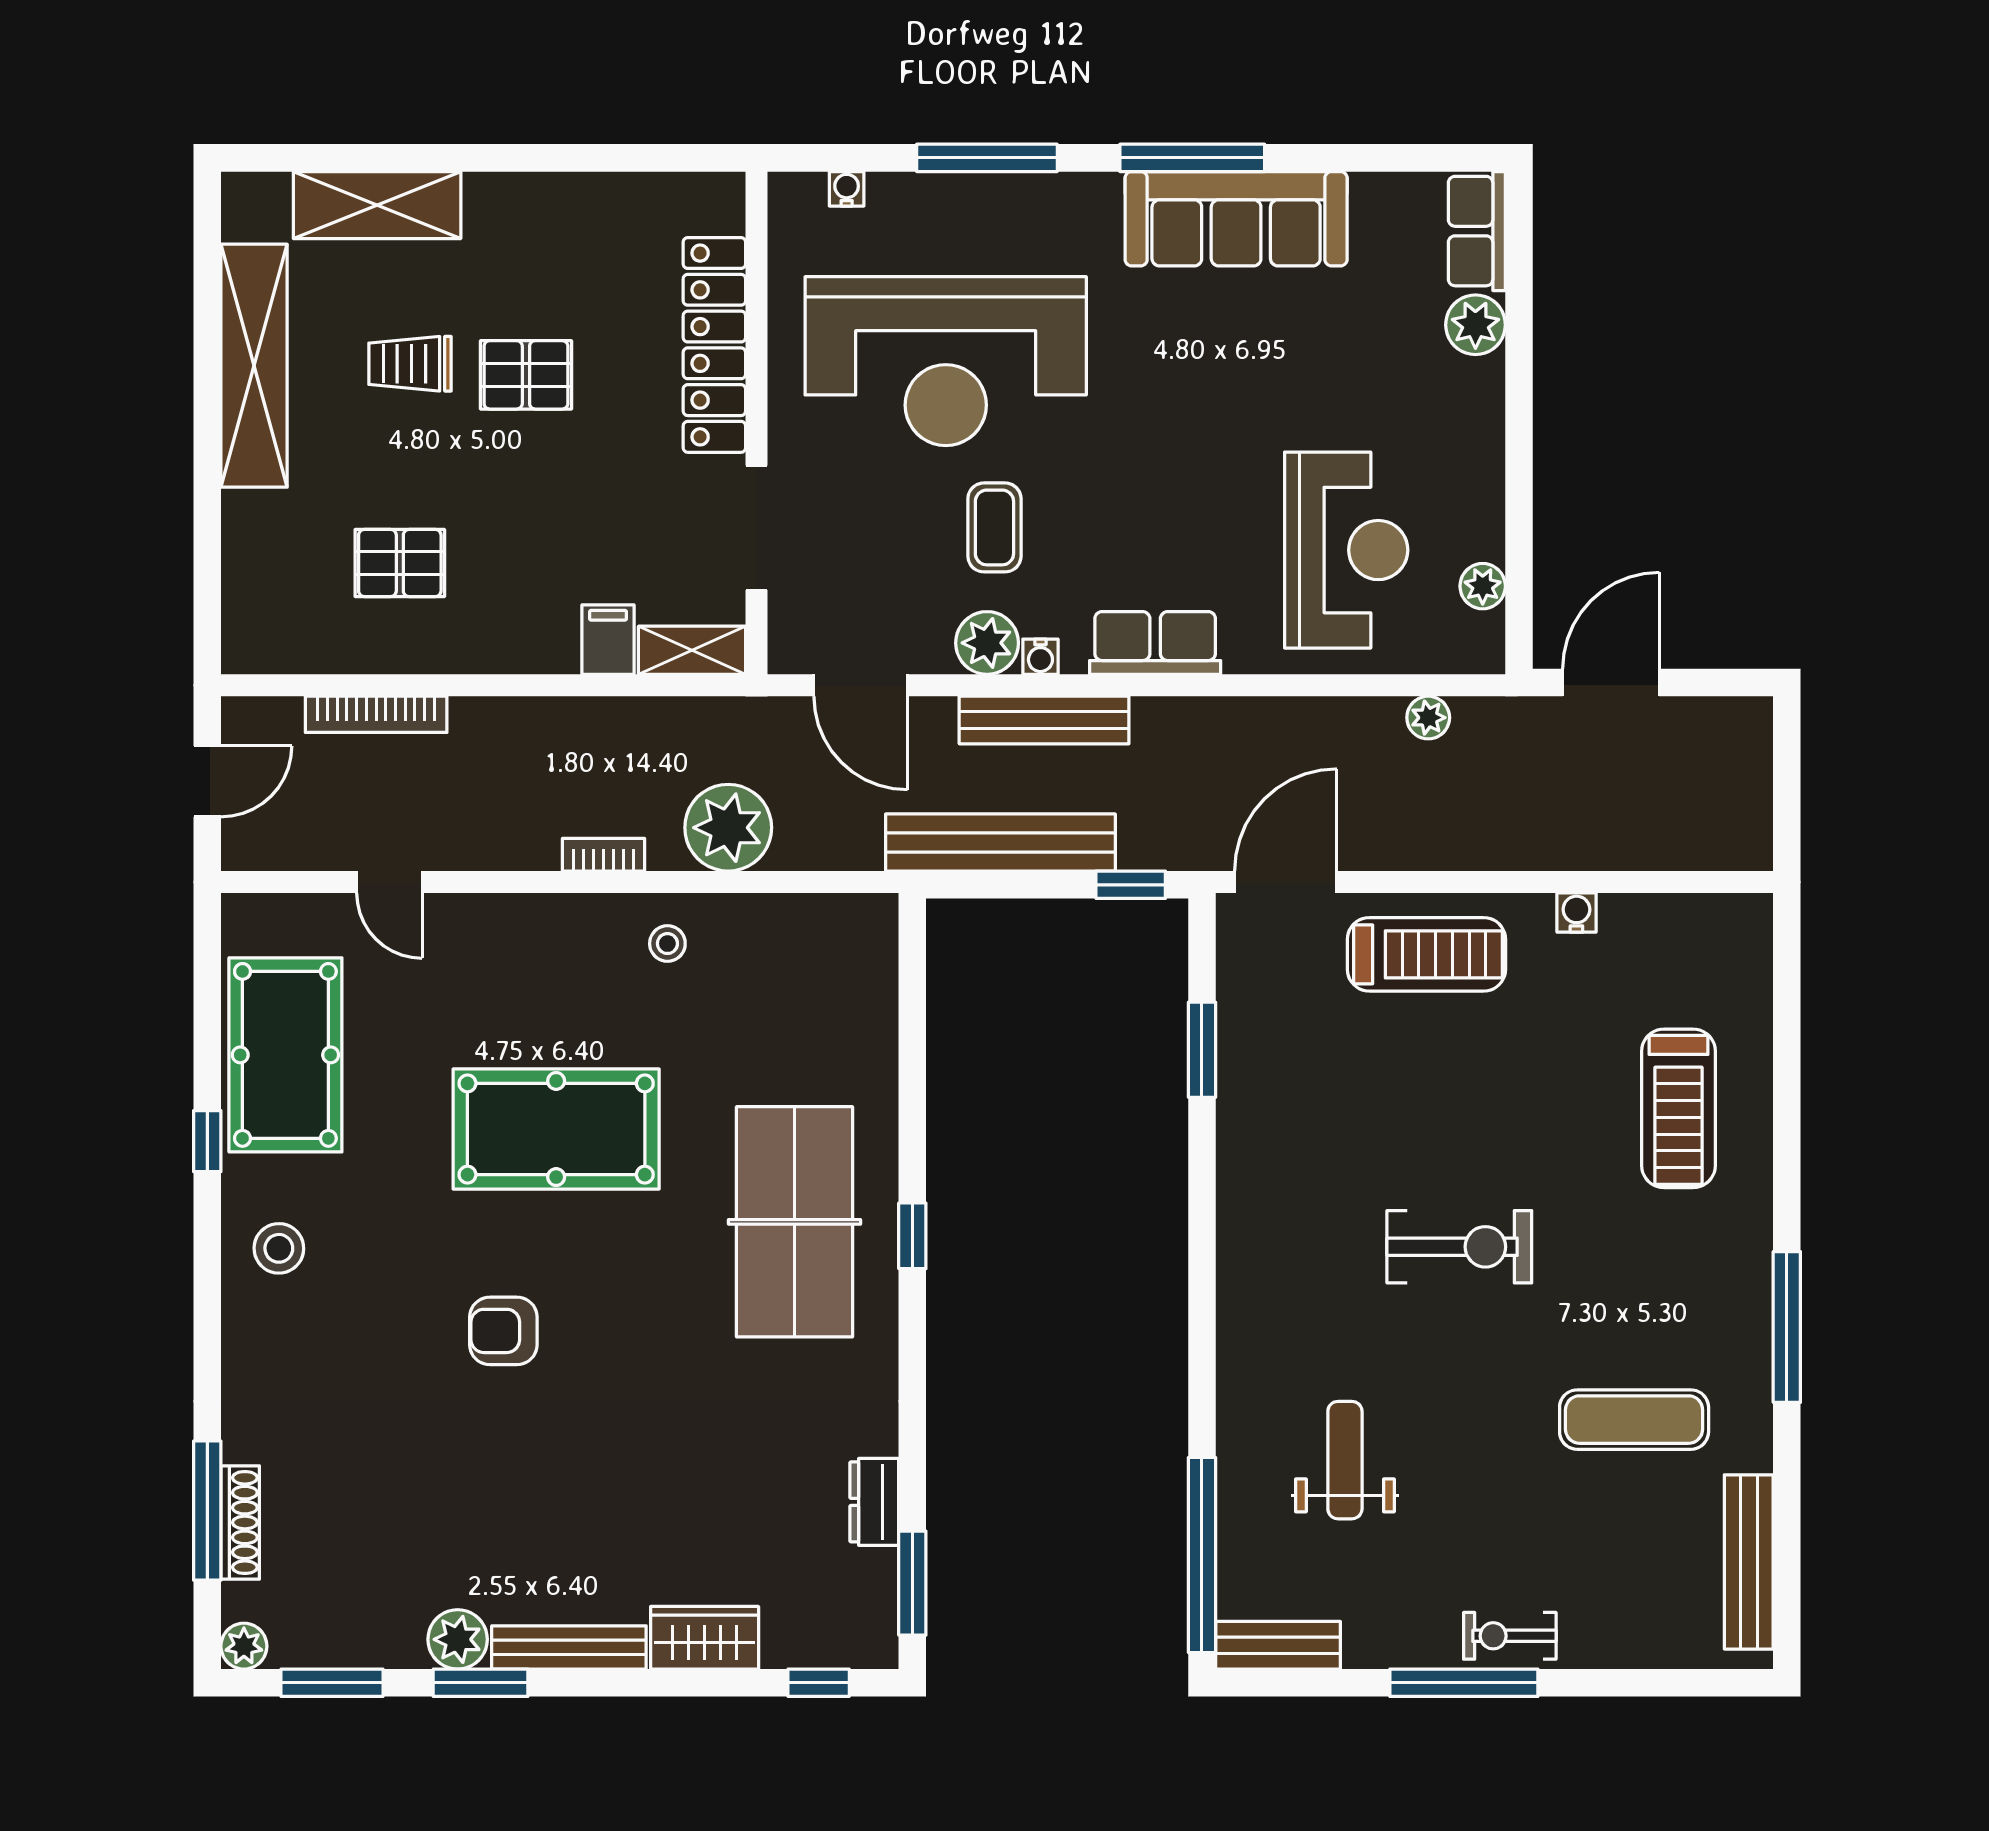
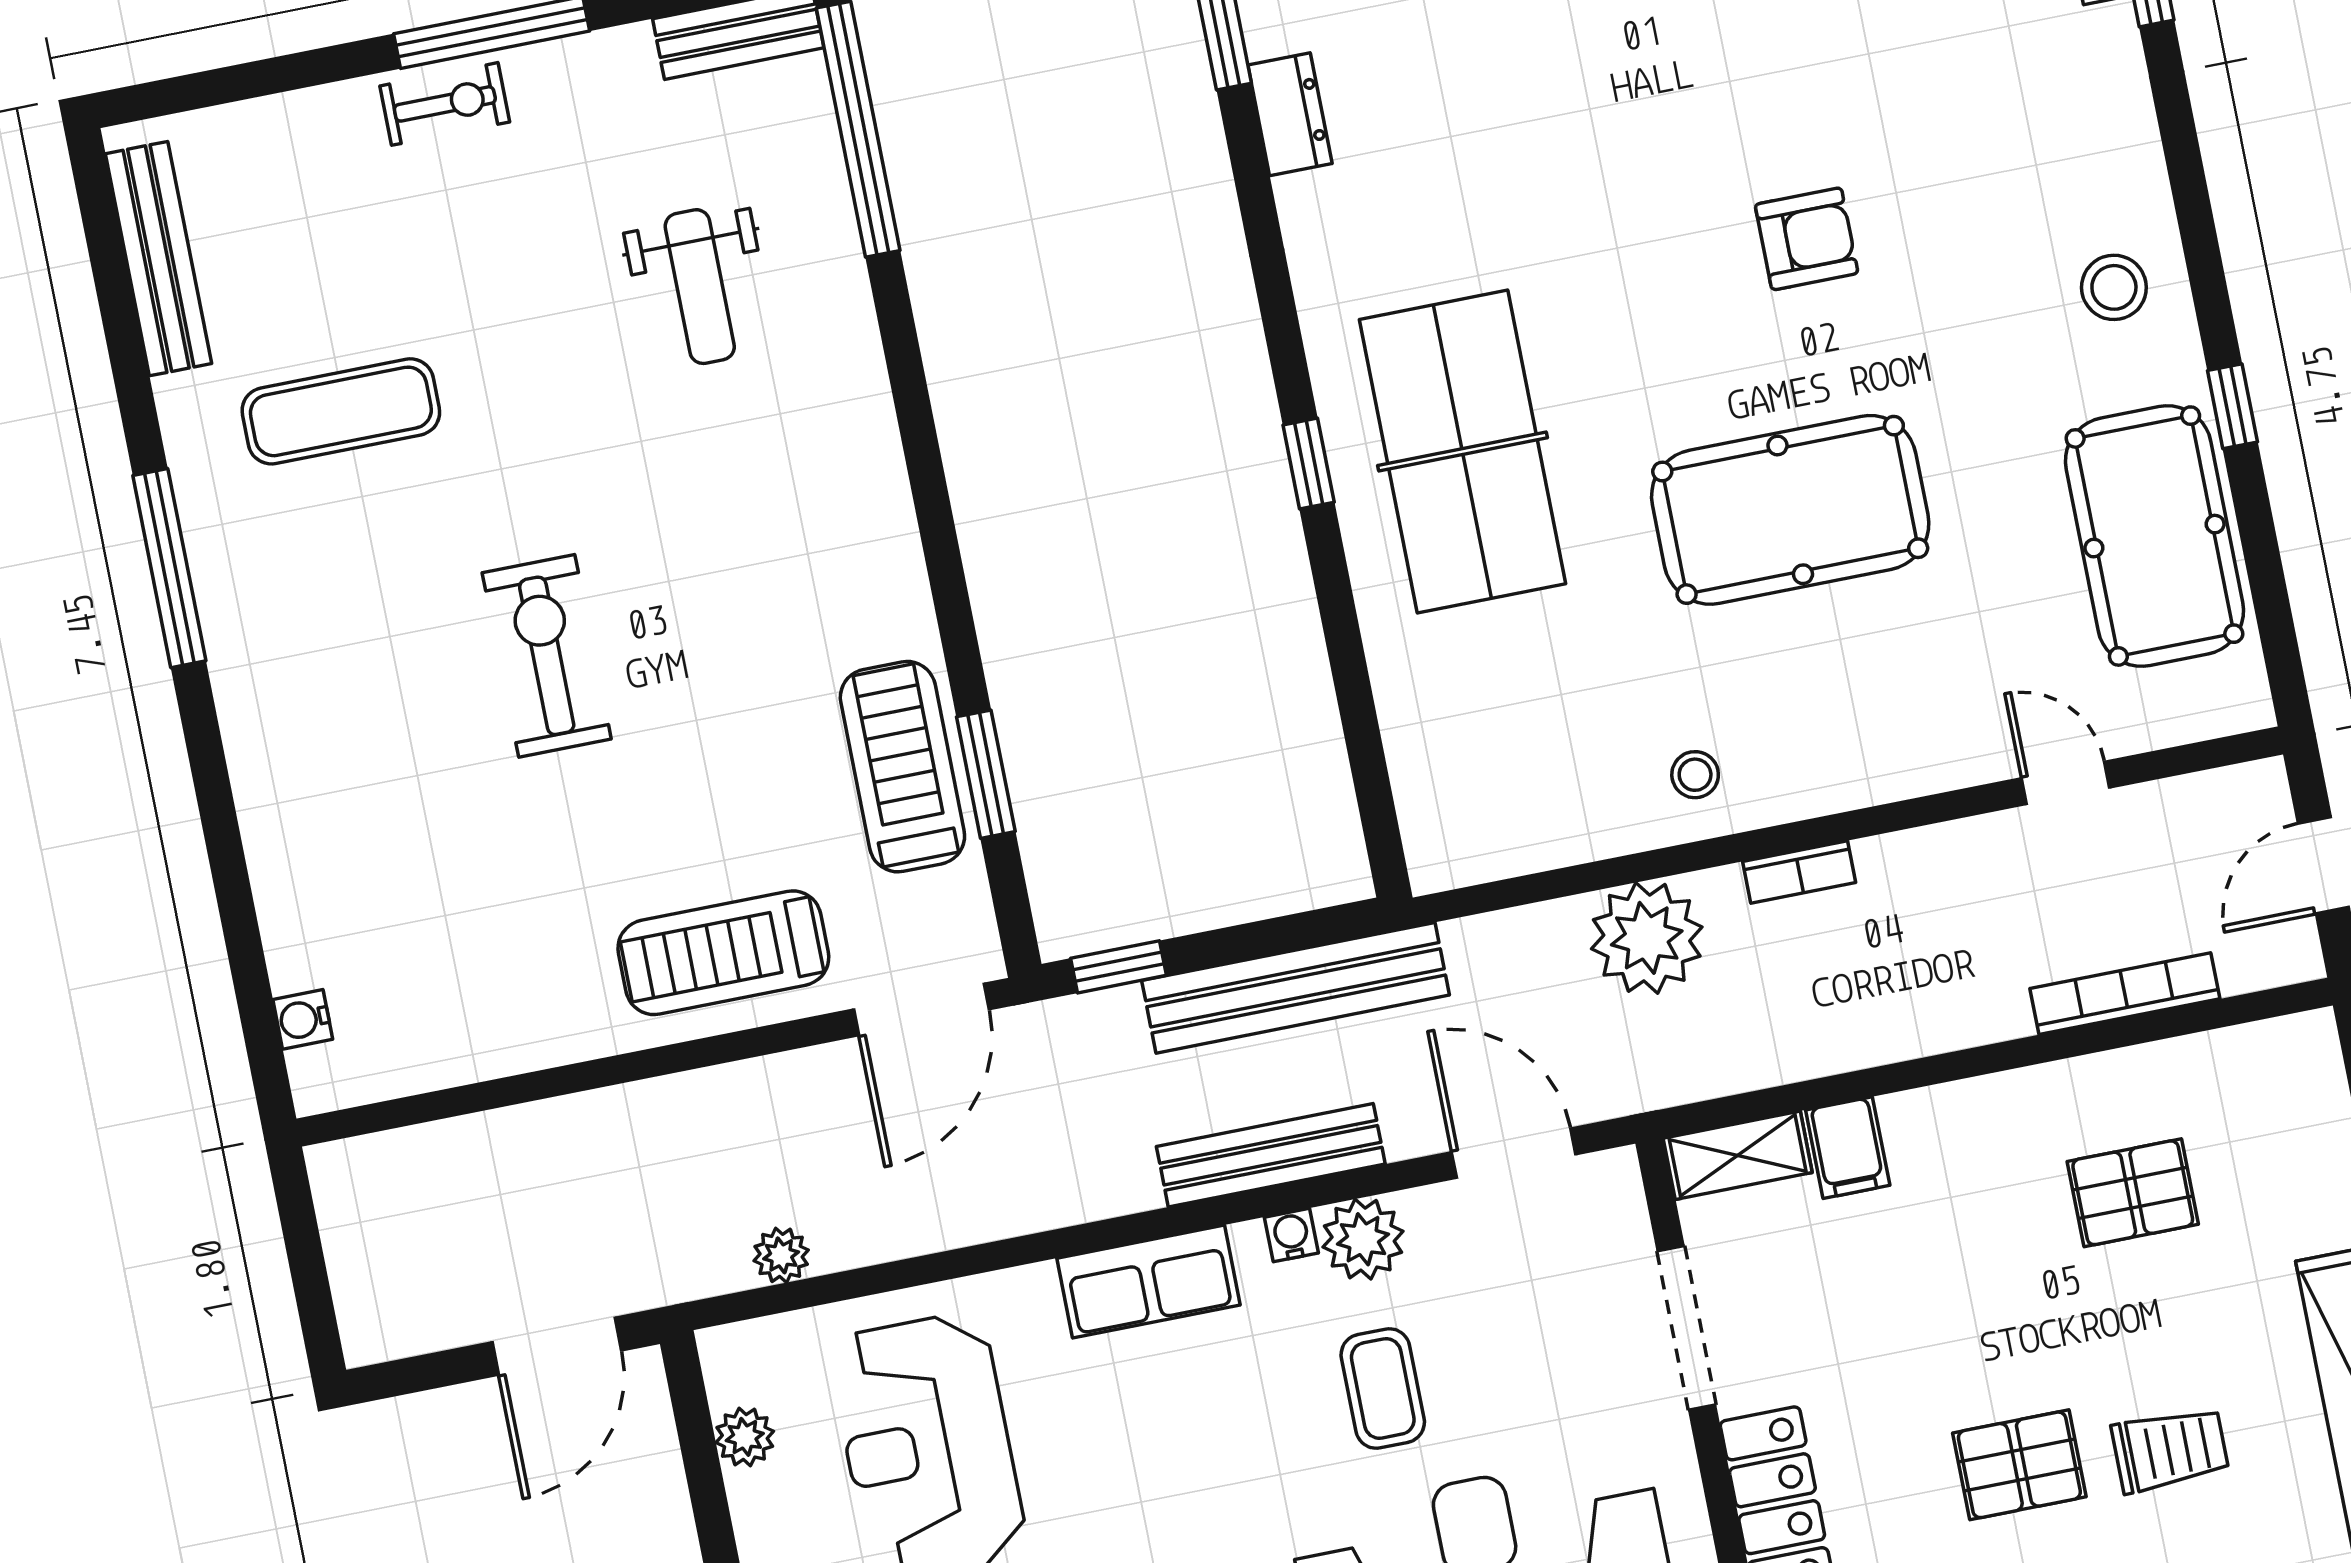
water cooler: (1576, 913) -> (303, 1019), moved, turned 90
treadmill: (1678, 1108) -> (902, 767), moved
exercise bike: (1459, 1247) -> (547, 656), moved, turned 90

